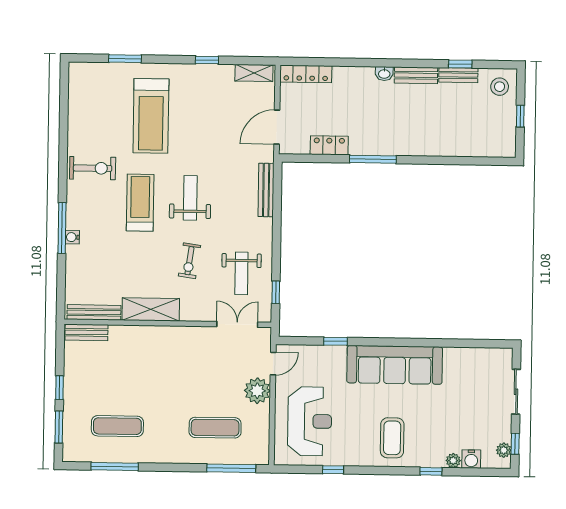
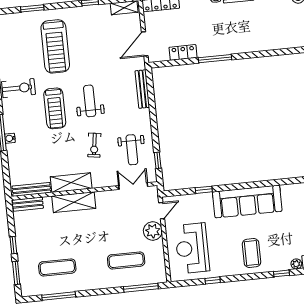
treadmill: (140, 203) -> (55, 108), turned 180
shelving: (151, 337) -> (74, 202), added
reception desk: (310, 421) -> (192, 248), turned 180

